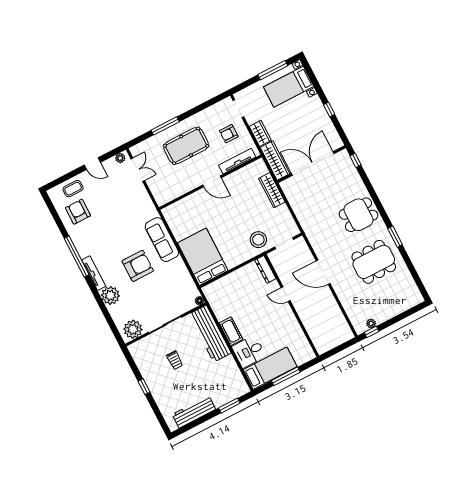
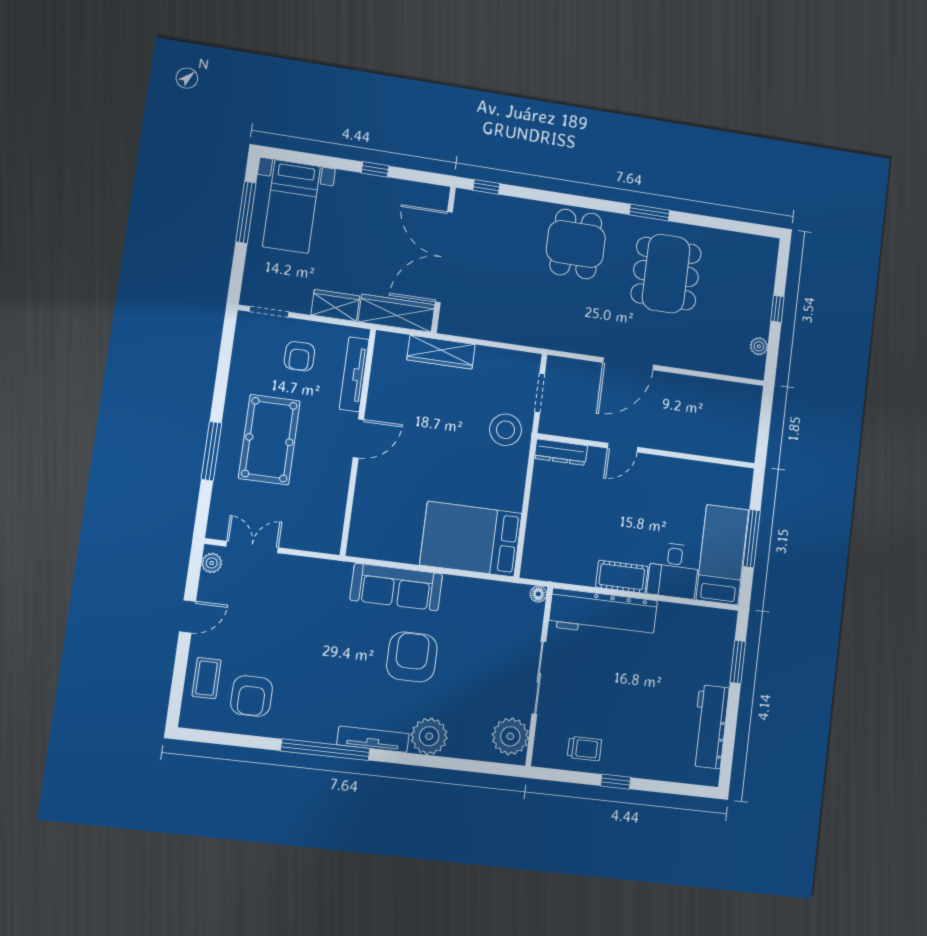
armchair: (78, 212) -> (252, 696), turned -90
window: (372, 332) -> (777, 309), moved
trolley: (175, 360) -> (584, 749), moved

